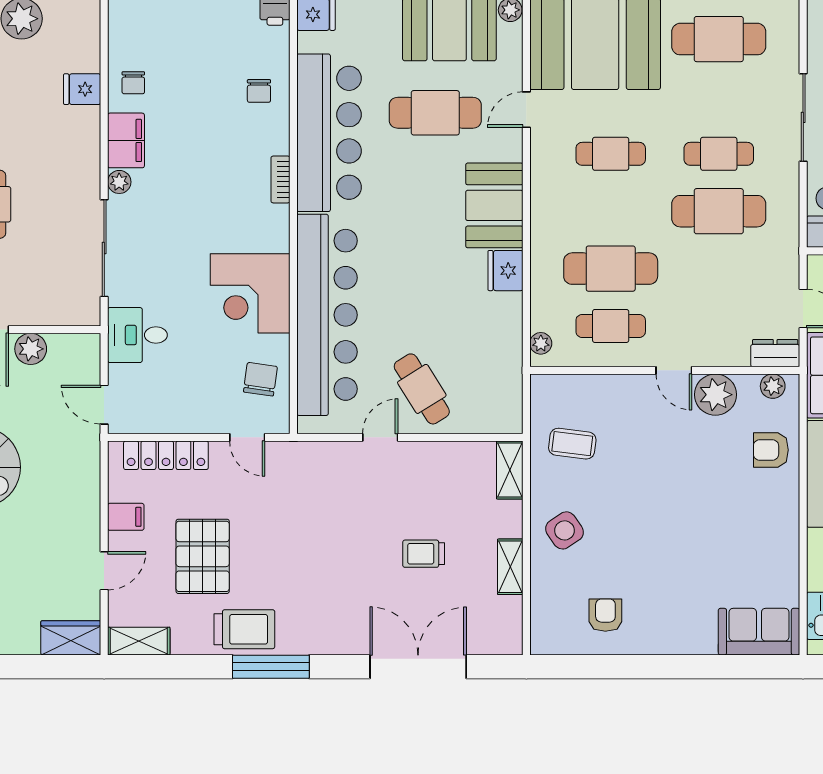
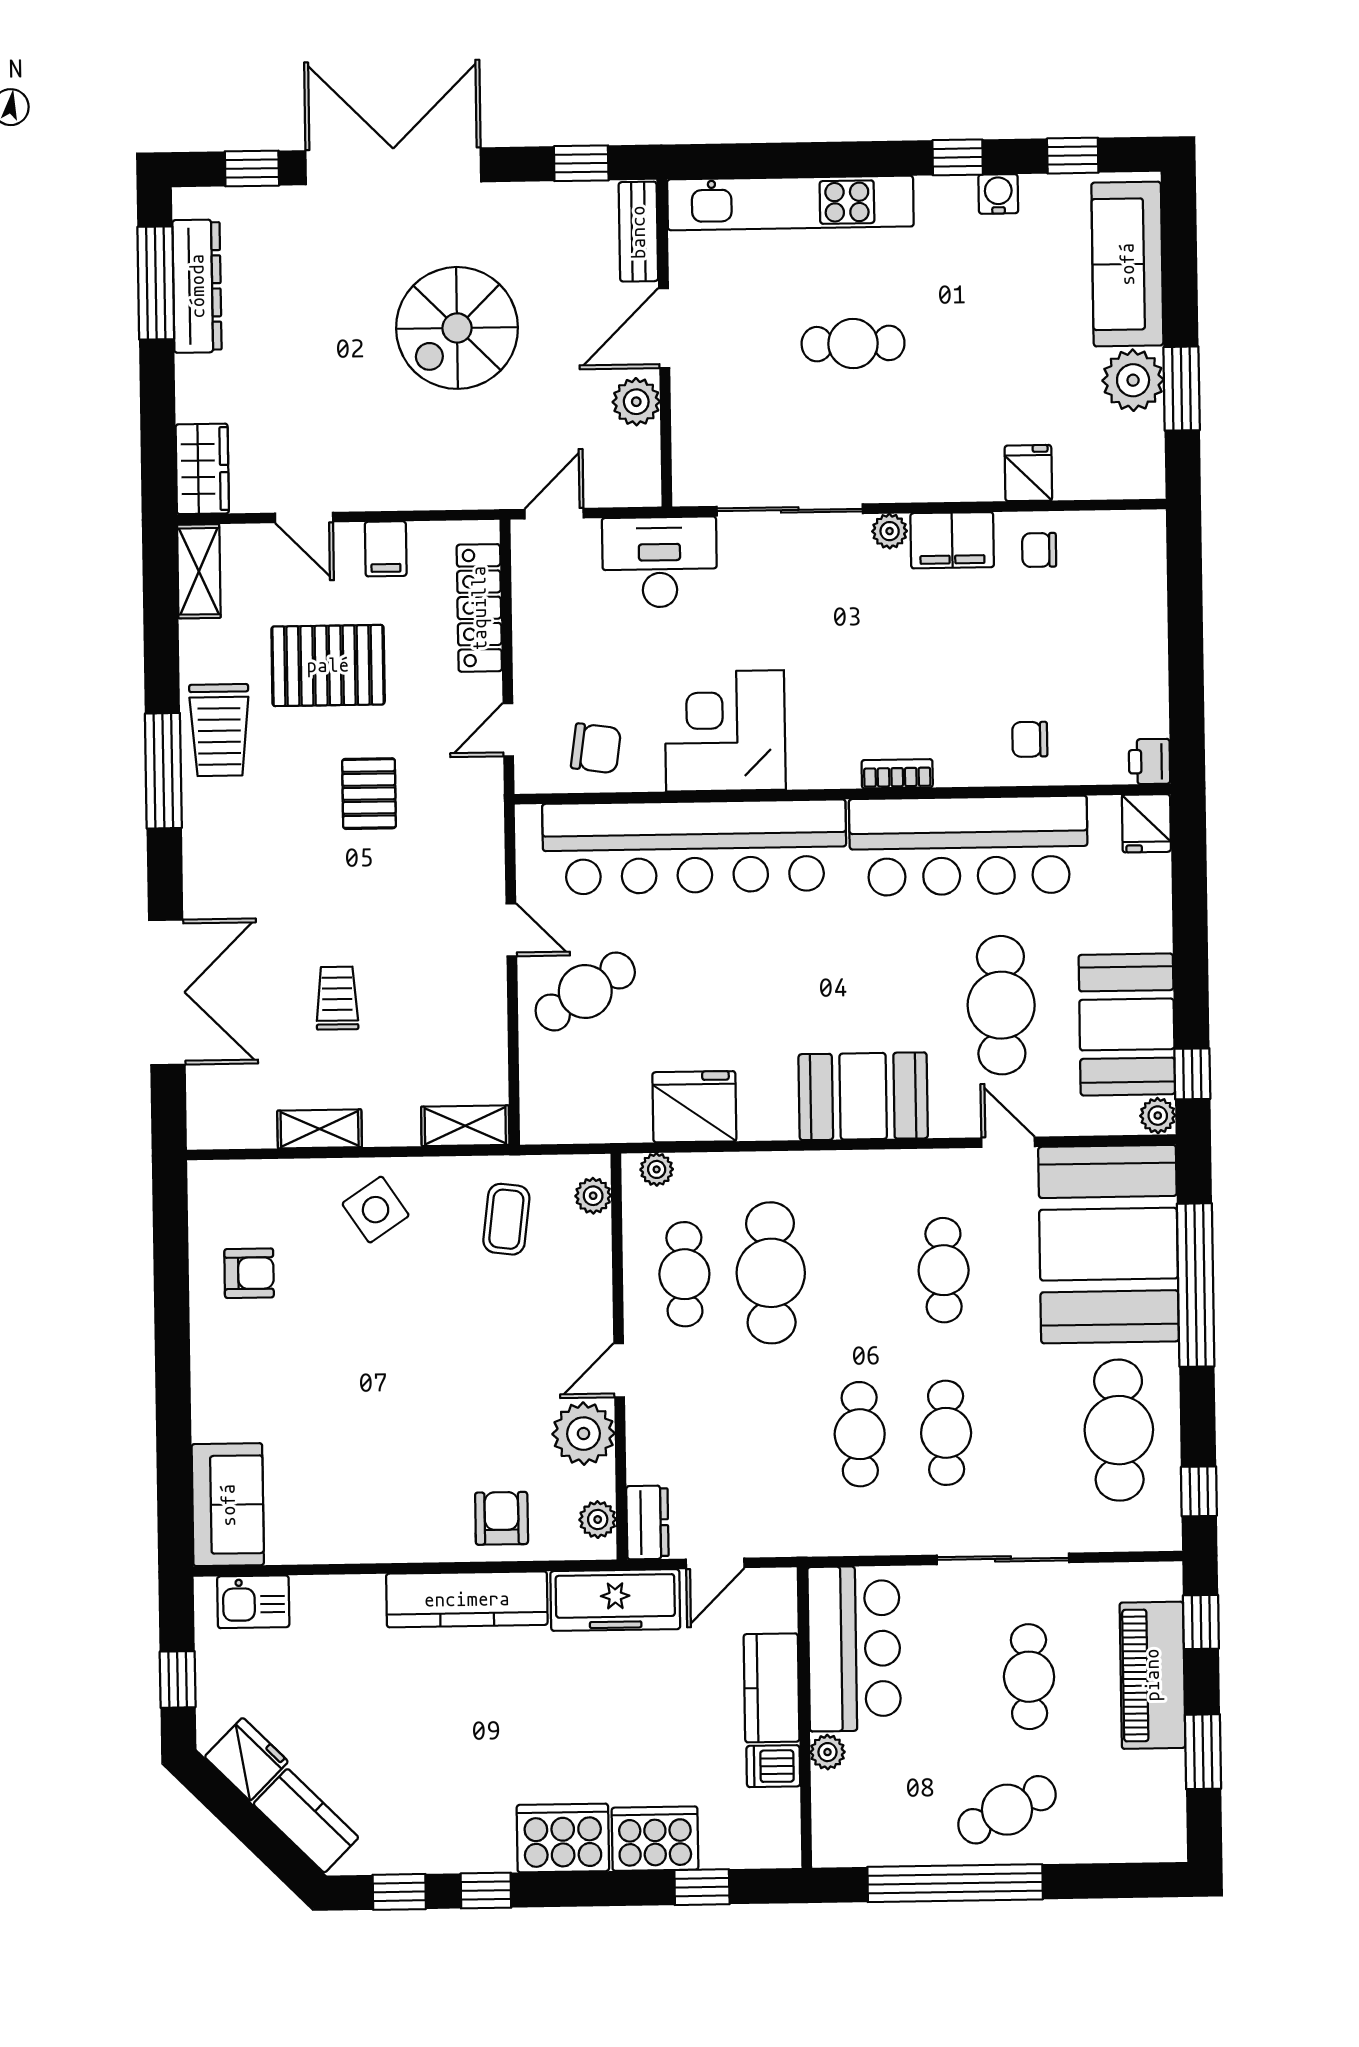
cafe table: (719, 211) -> (860, 1434), width x0.73, depth x0.74
fridge: (505, 271) -> (694, 1107), moved, width x1.36, depth x1.34
desk: (137, 335) -> (660, 562), width x1.37
plant: (558, 386) -> (593, 1196), added
pallet: (288, 530) -> (369, 794), added

